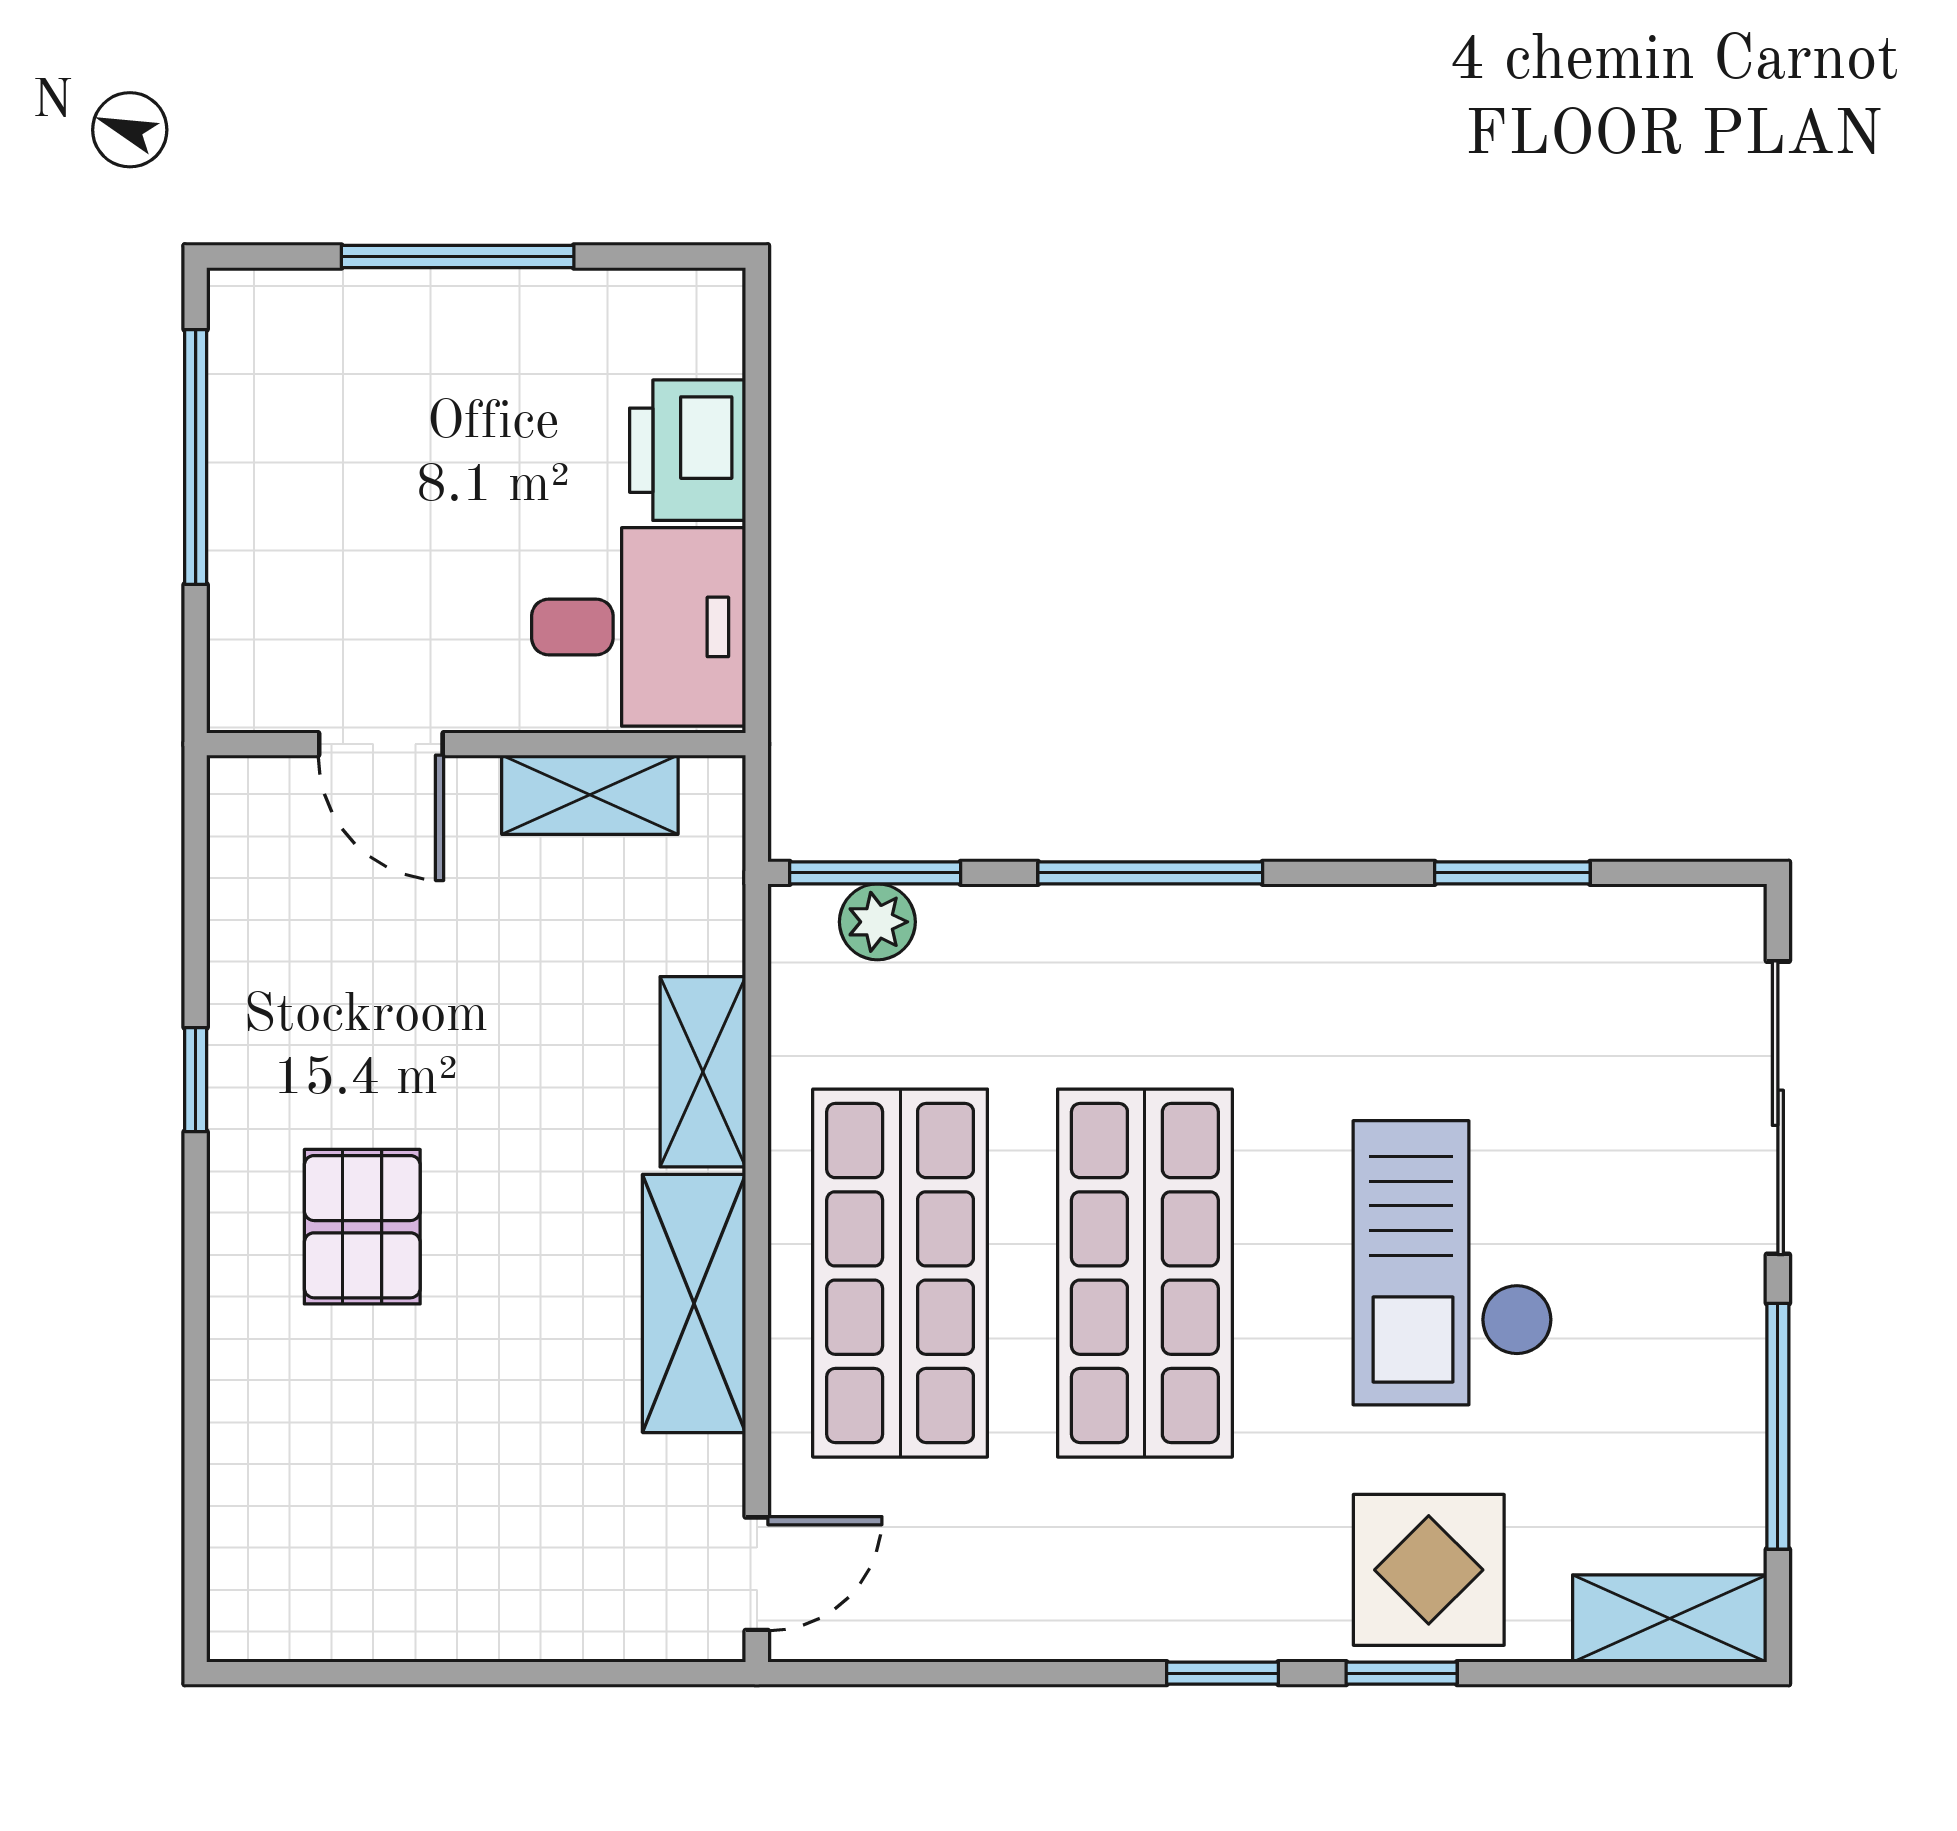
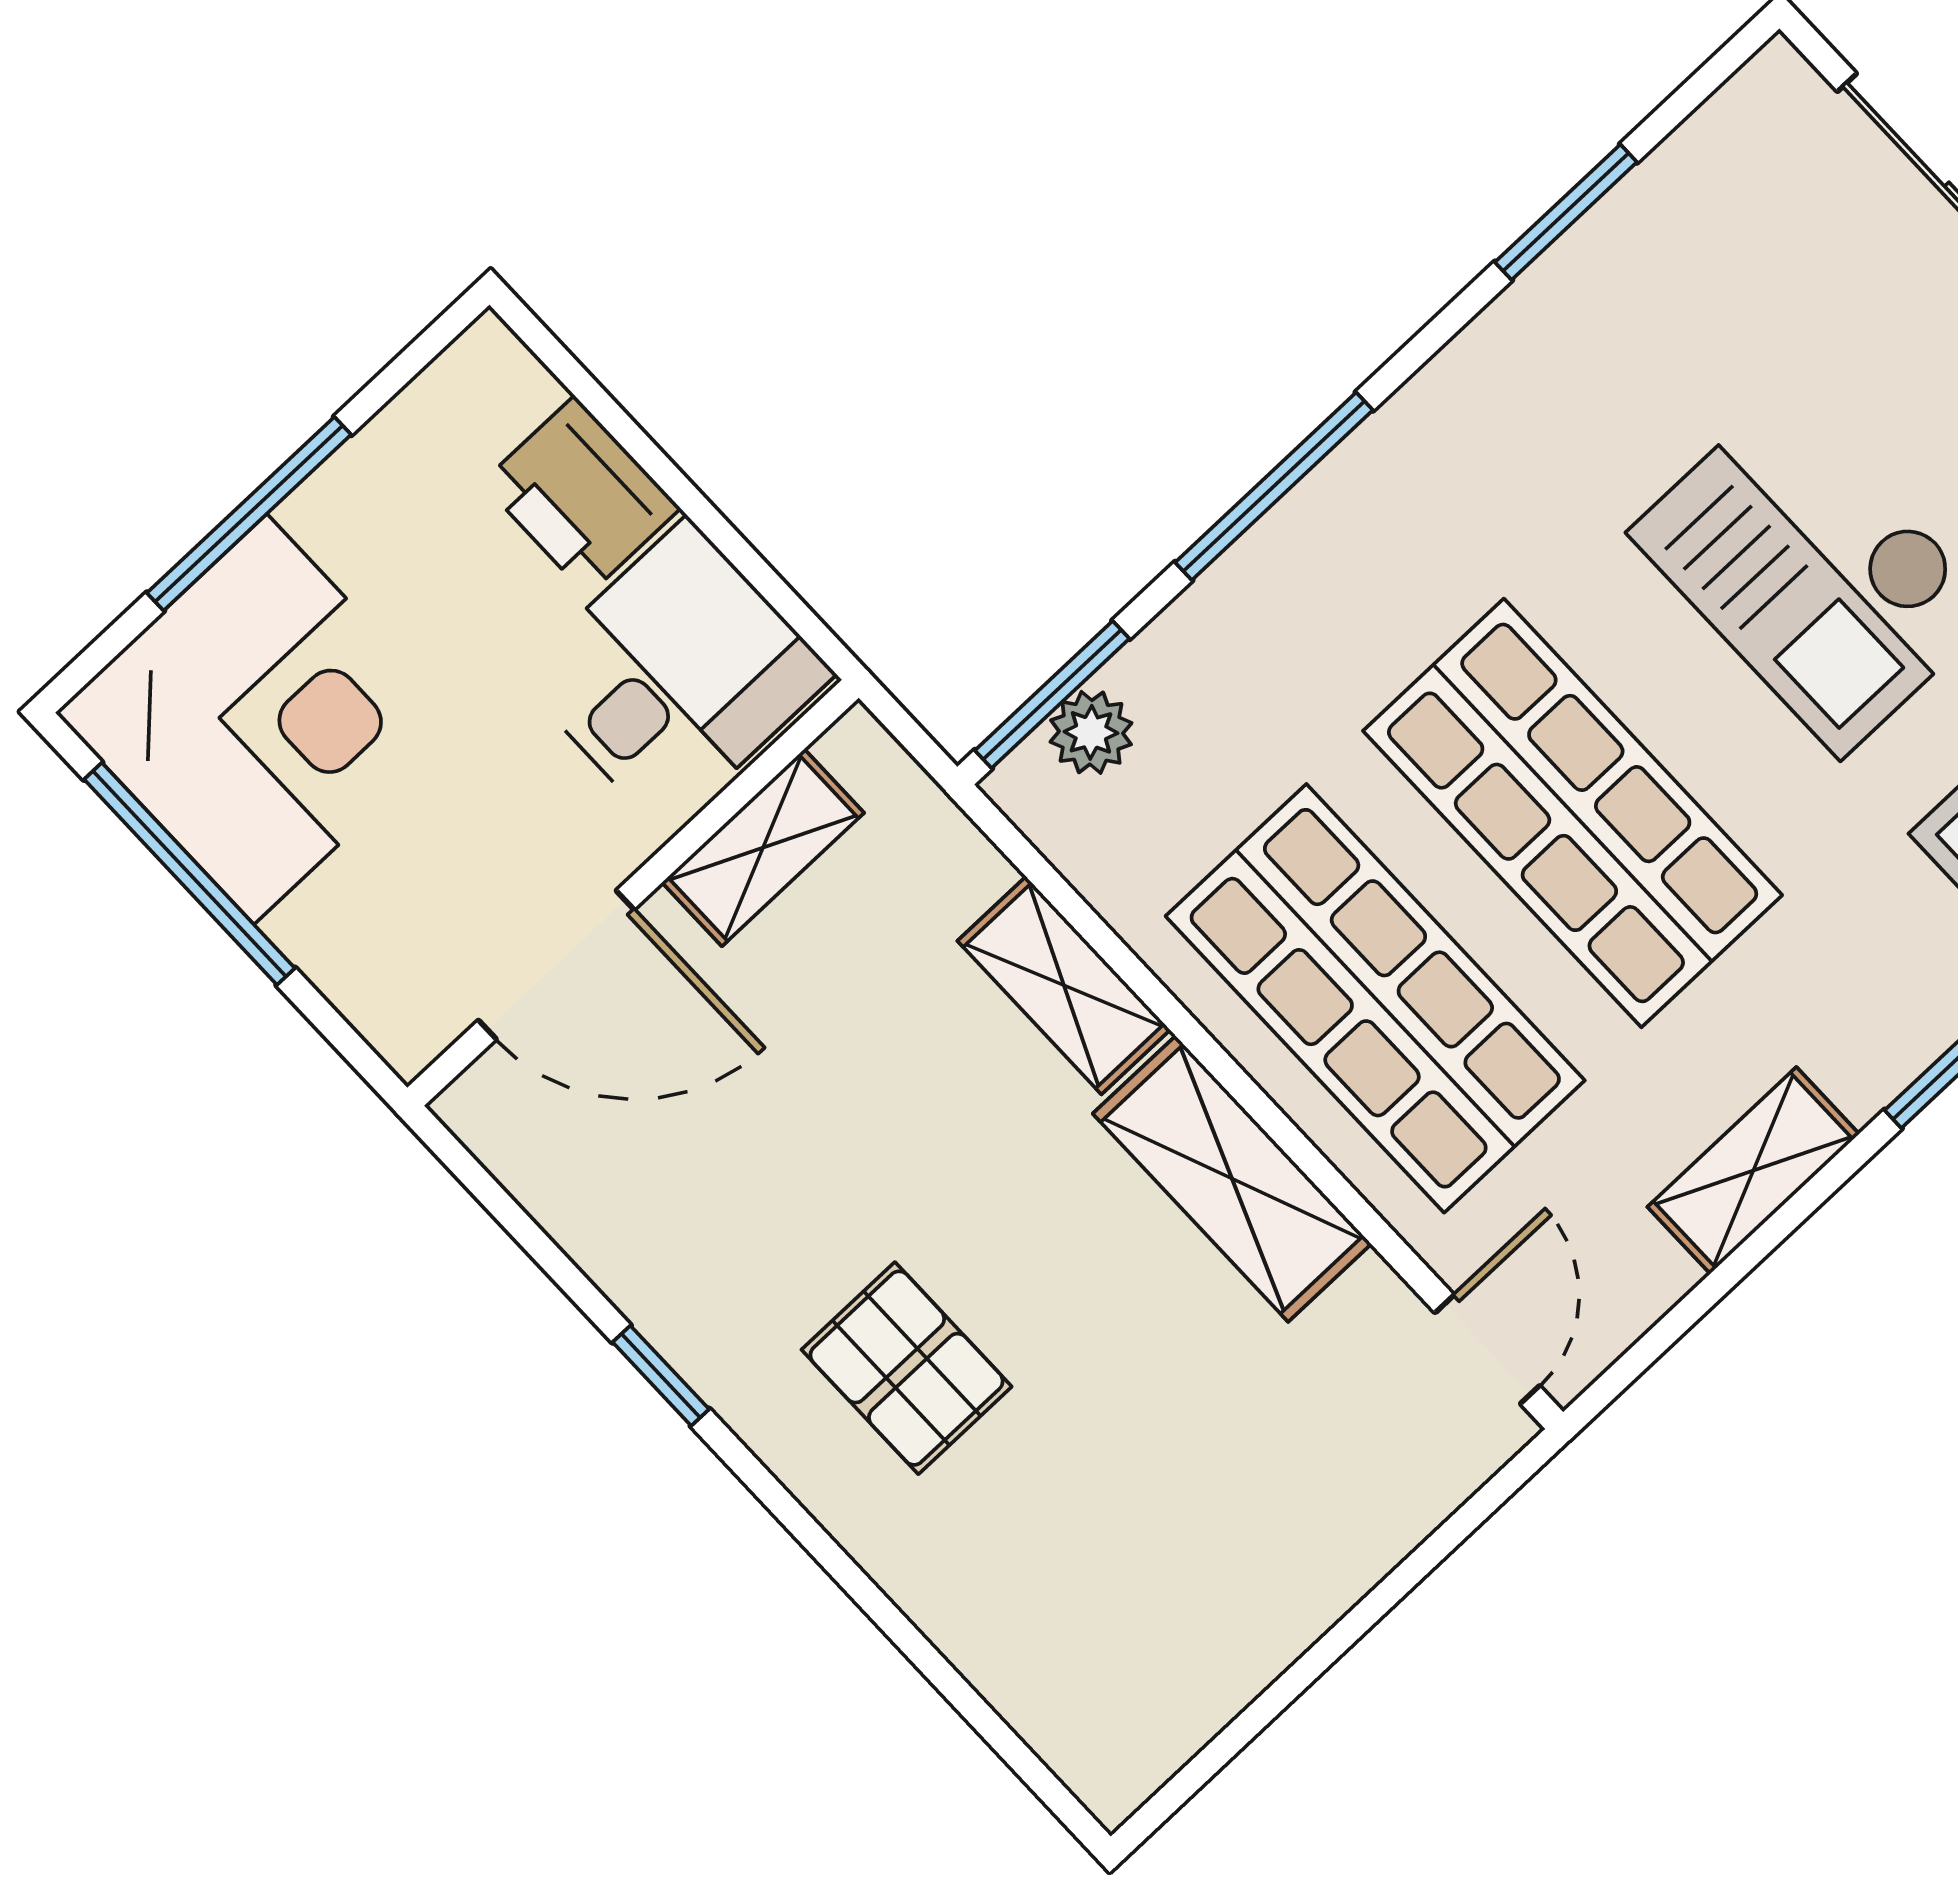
corner desk: (338, 399) -> (260, 719), added
door: (381, 744) -> (556, 965), width x1.38
shelving: (1043, 1621) -> (1753, 1170), added

